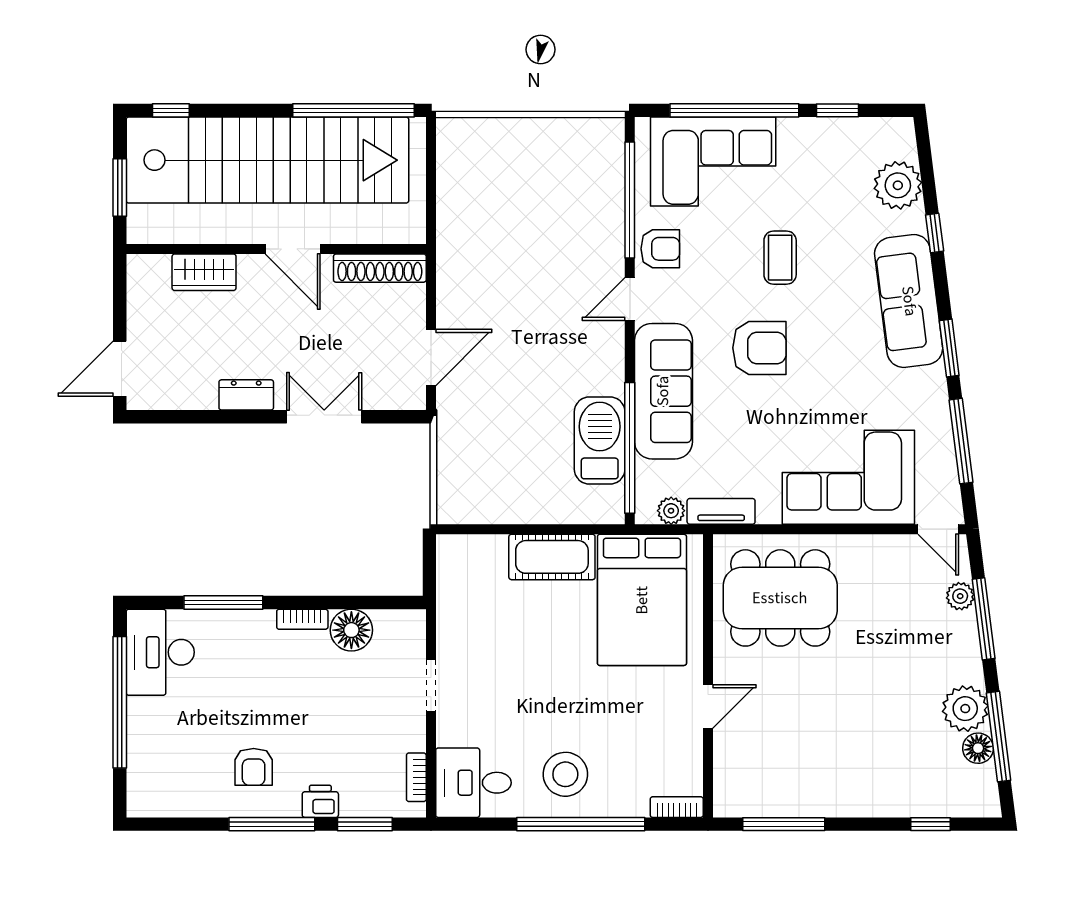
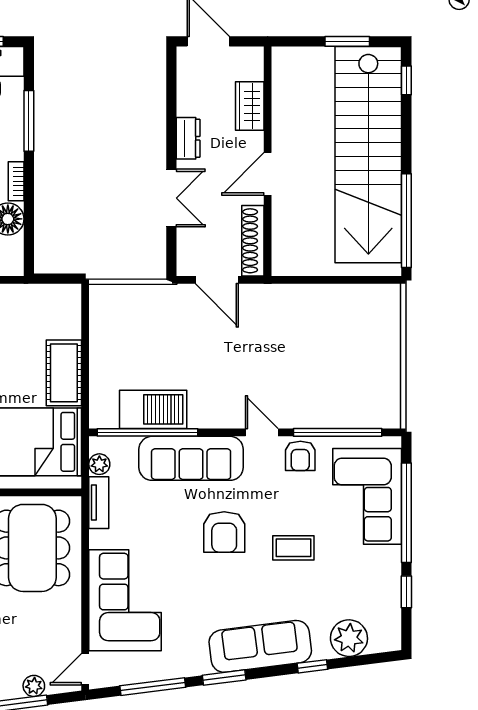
wall: (276, 249) -> (268, 161), moved
door: (293, 249) -> (268, 174), moved
shoe rack: (380, 268) -> (253, 241), moved
wardrobe: (204, 272) -> (250, 106), moved

